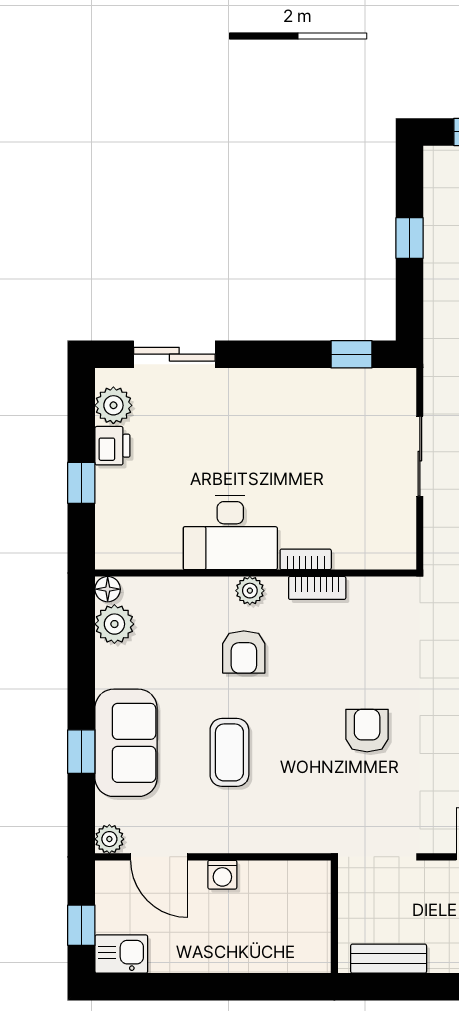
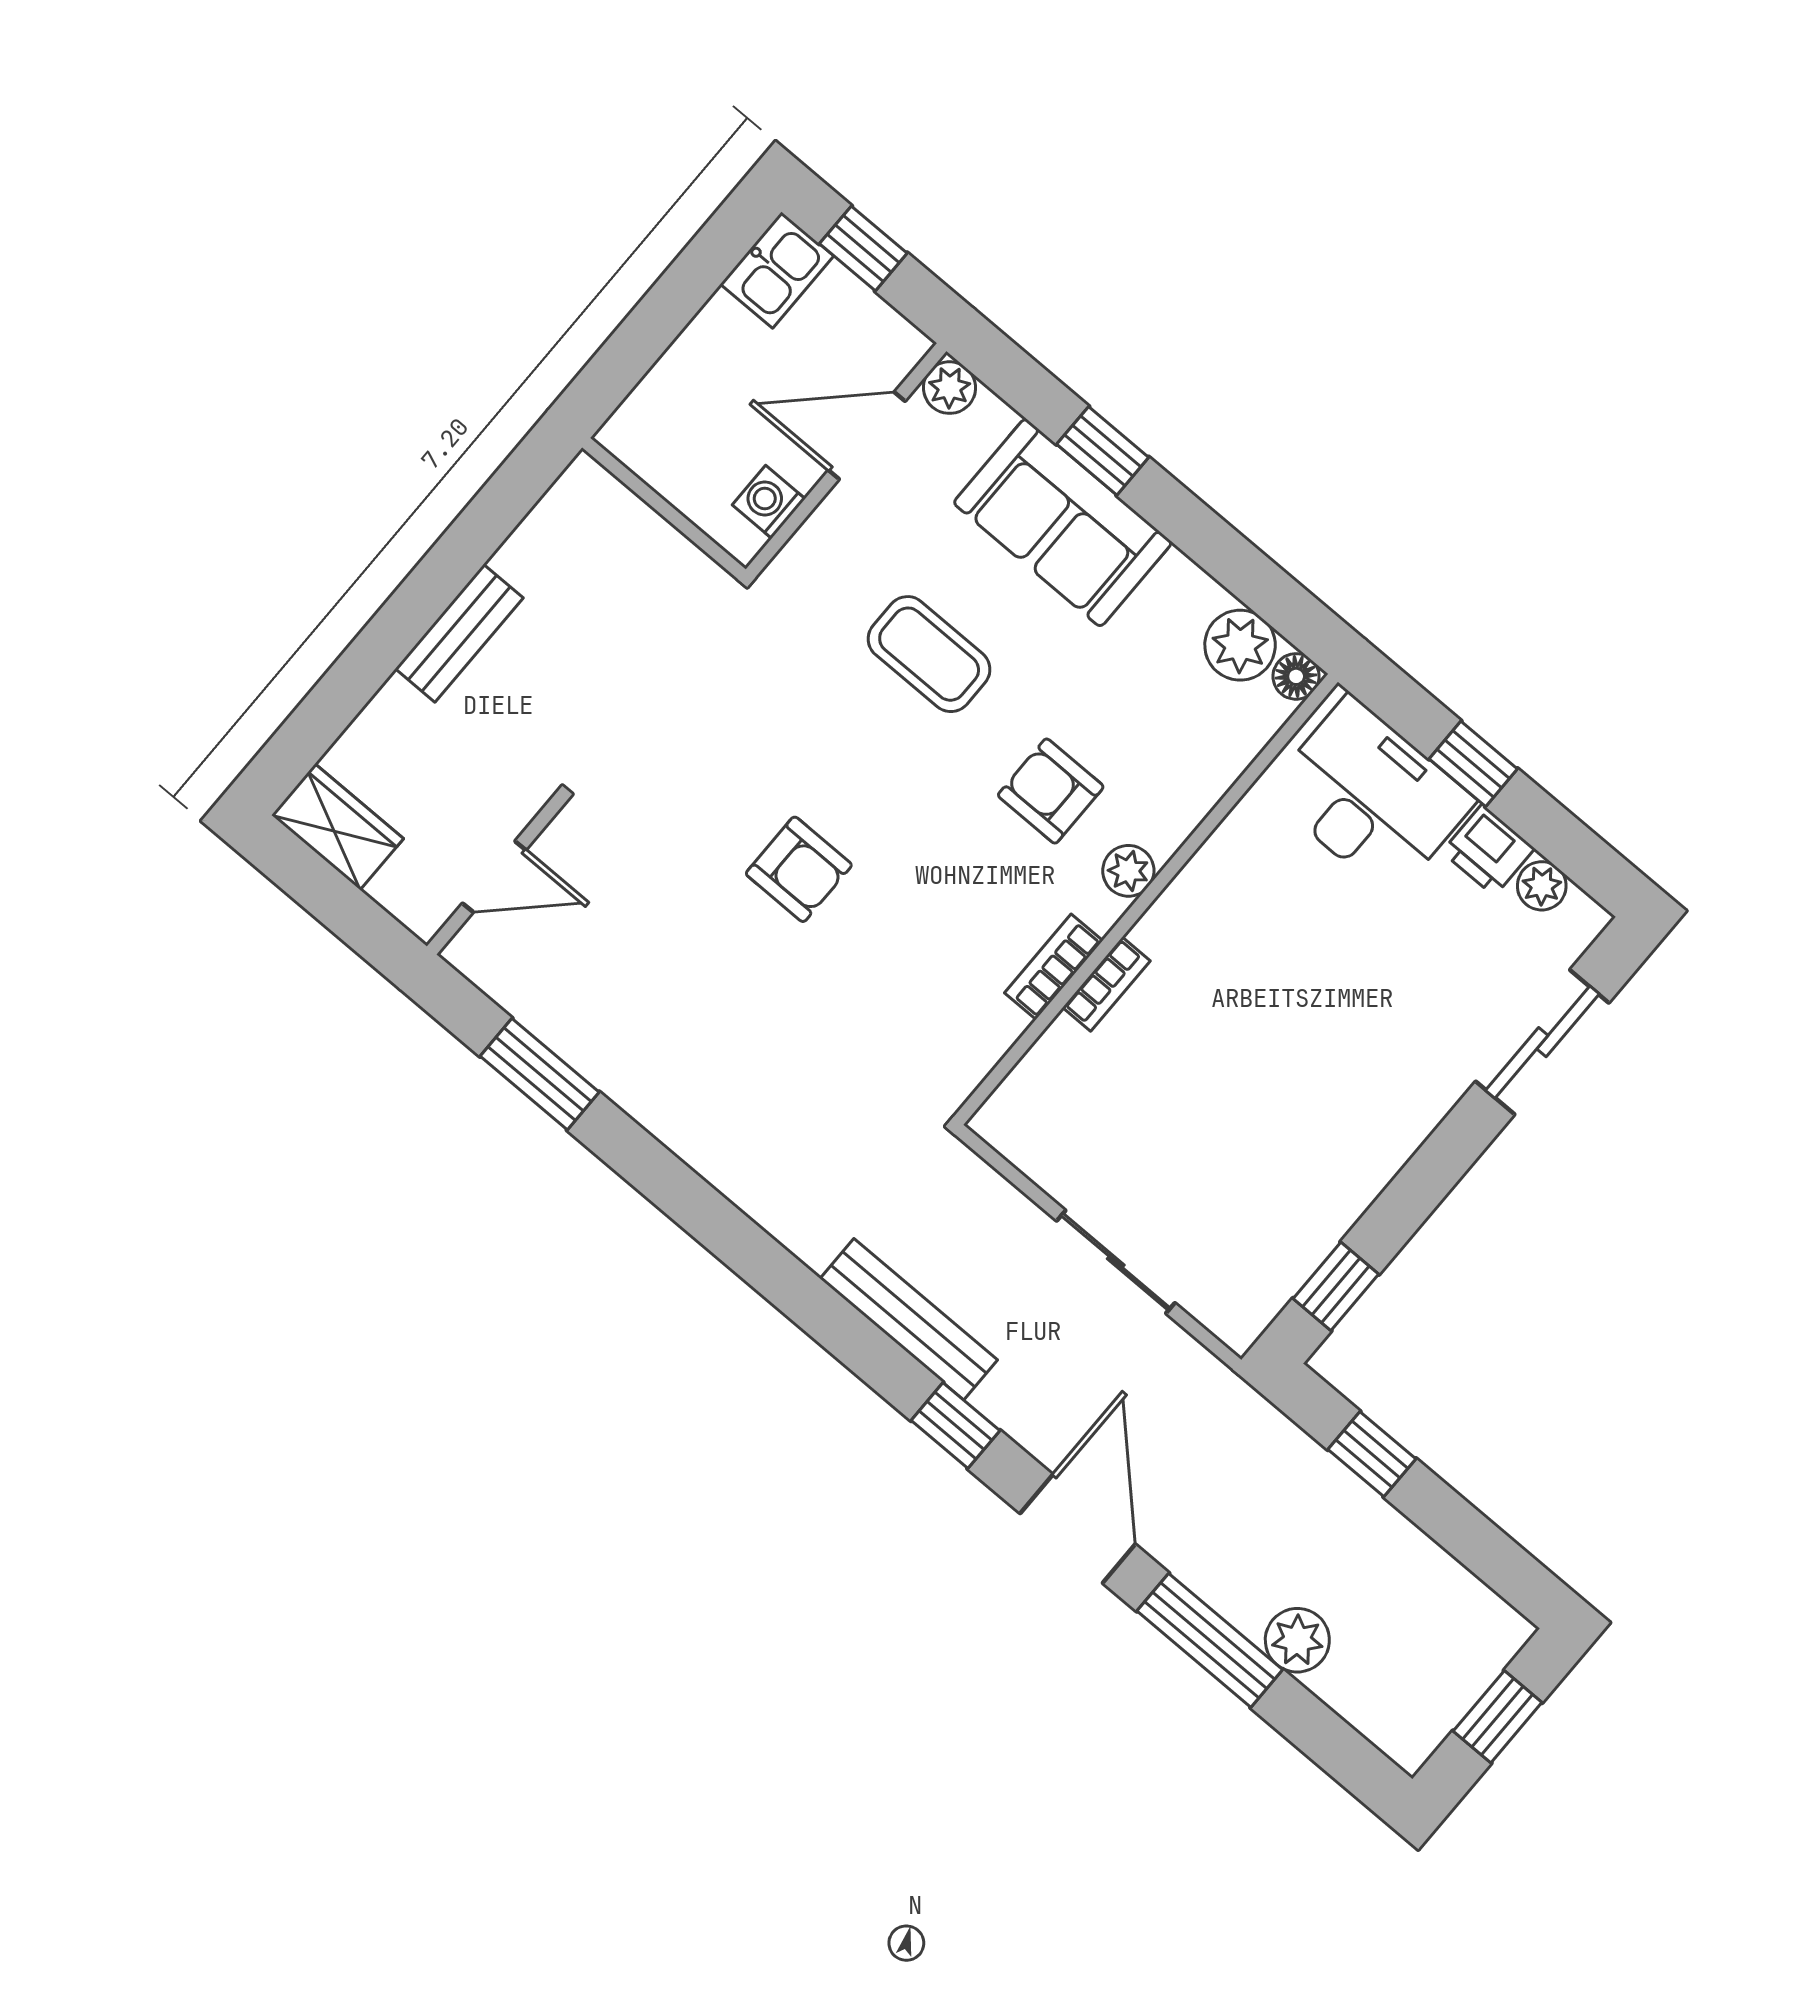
window: (410, 238) -> (1372, 1454), moved
plant: (113, 405) -> (1542, 886), width x0.73, depth x0.73
desk: (230, 533) -> (1370, 797), moved, turned 90
wall: (334, 917) -> (664, 508), moved

